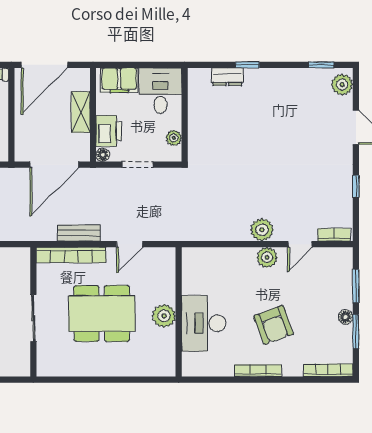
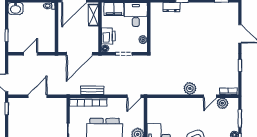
plant: (342, 85) -> (233, 11), removed
shelving: (81, 112) -> (93, 15), moved
door: (130, 244) -> (134, 96), moved
plant: (267, 257) -> (222, 103), moved

